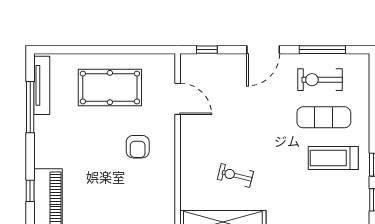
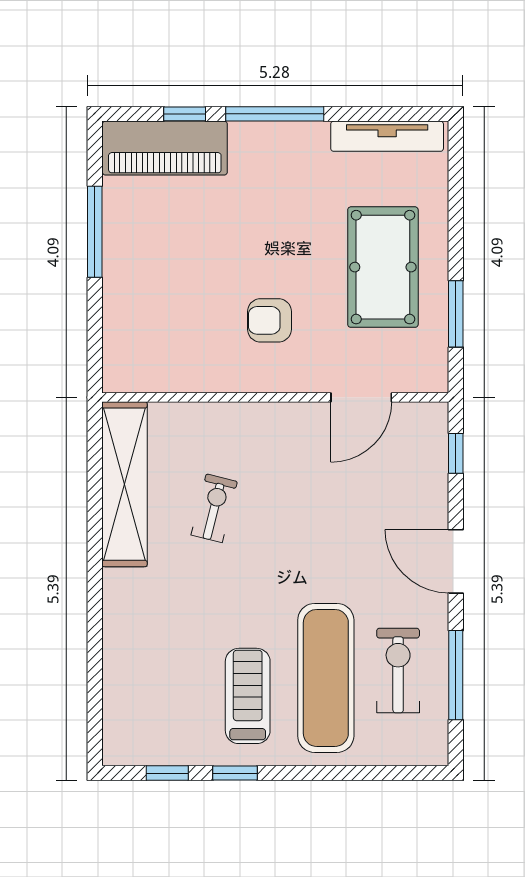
window: (134, 50) -> (456, 314), added
window: (30, 107) -> (275, 114), moved
exercise mat: (324, 117) -> (326, 678), width x1.36, depth x1.45

